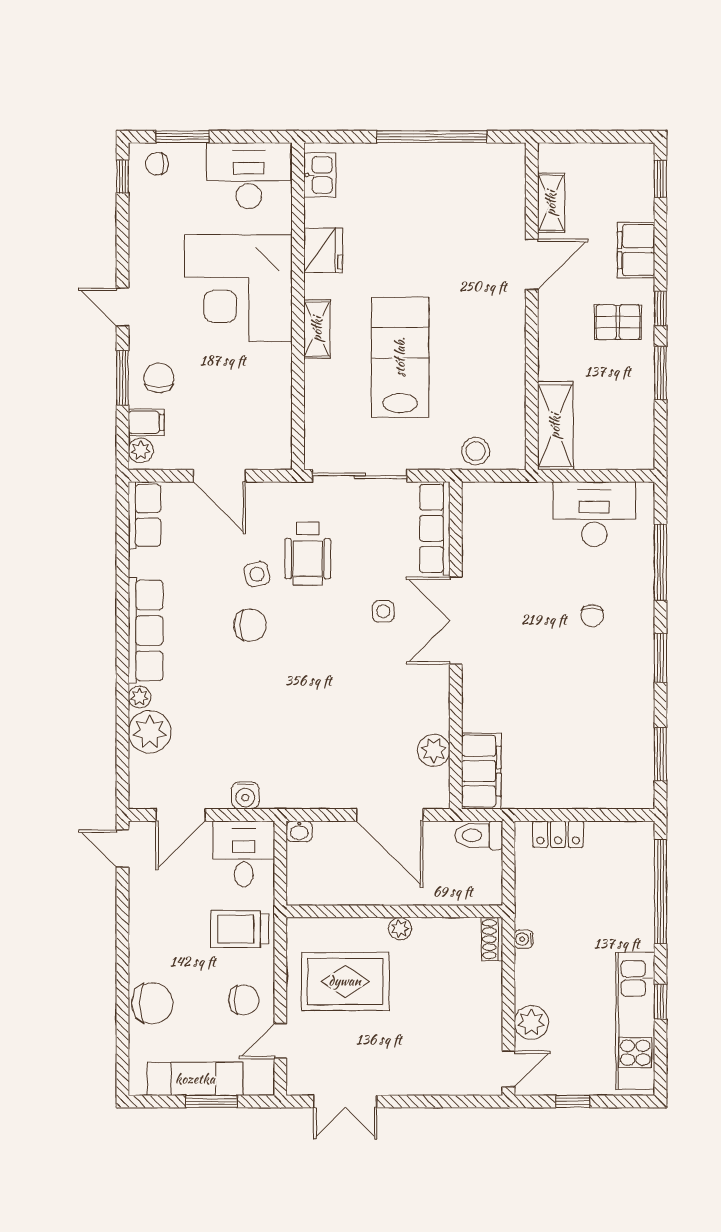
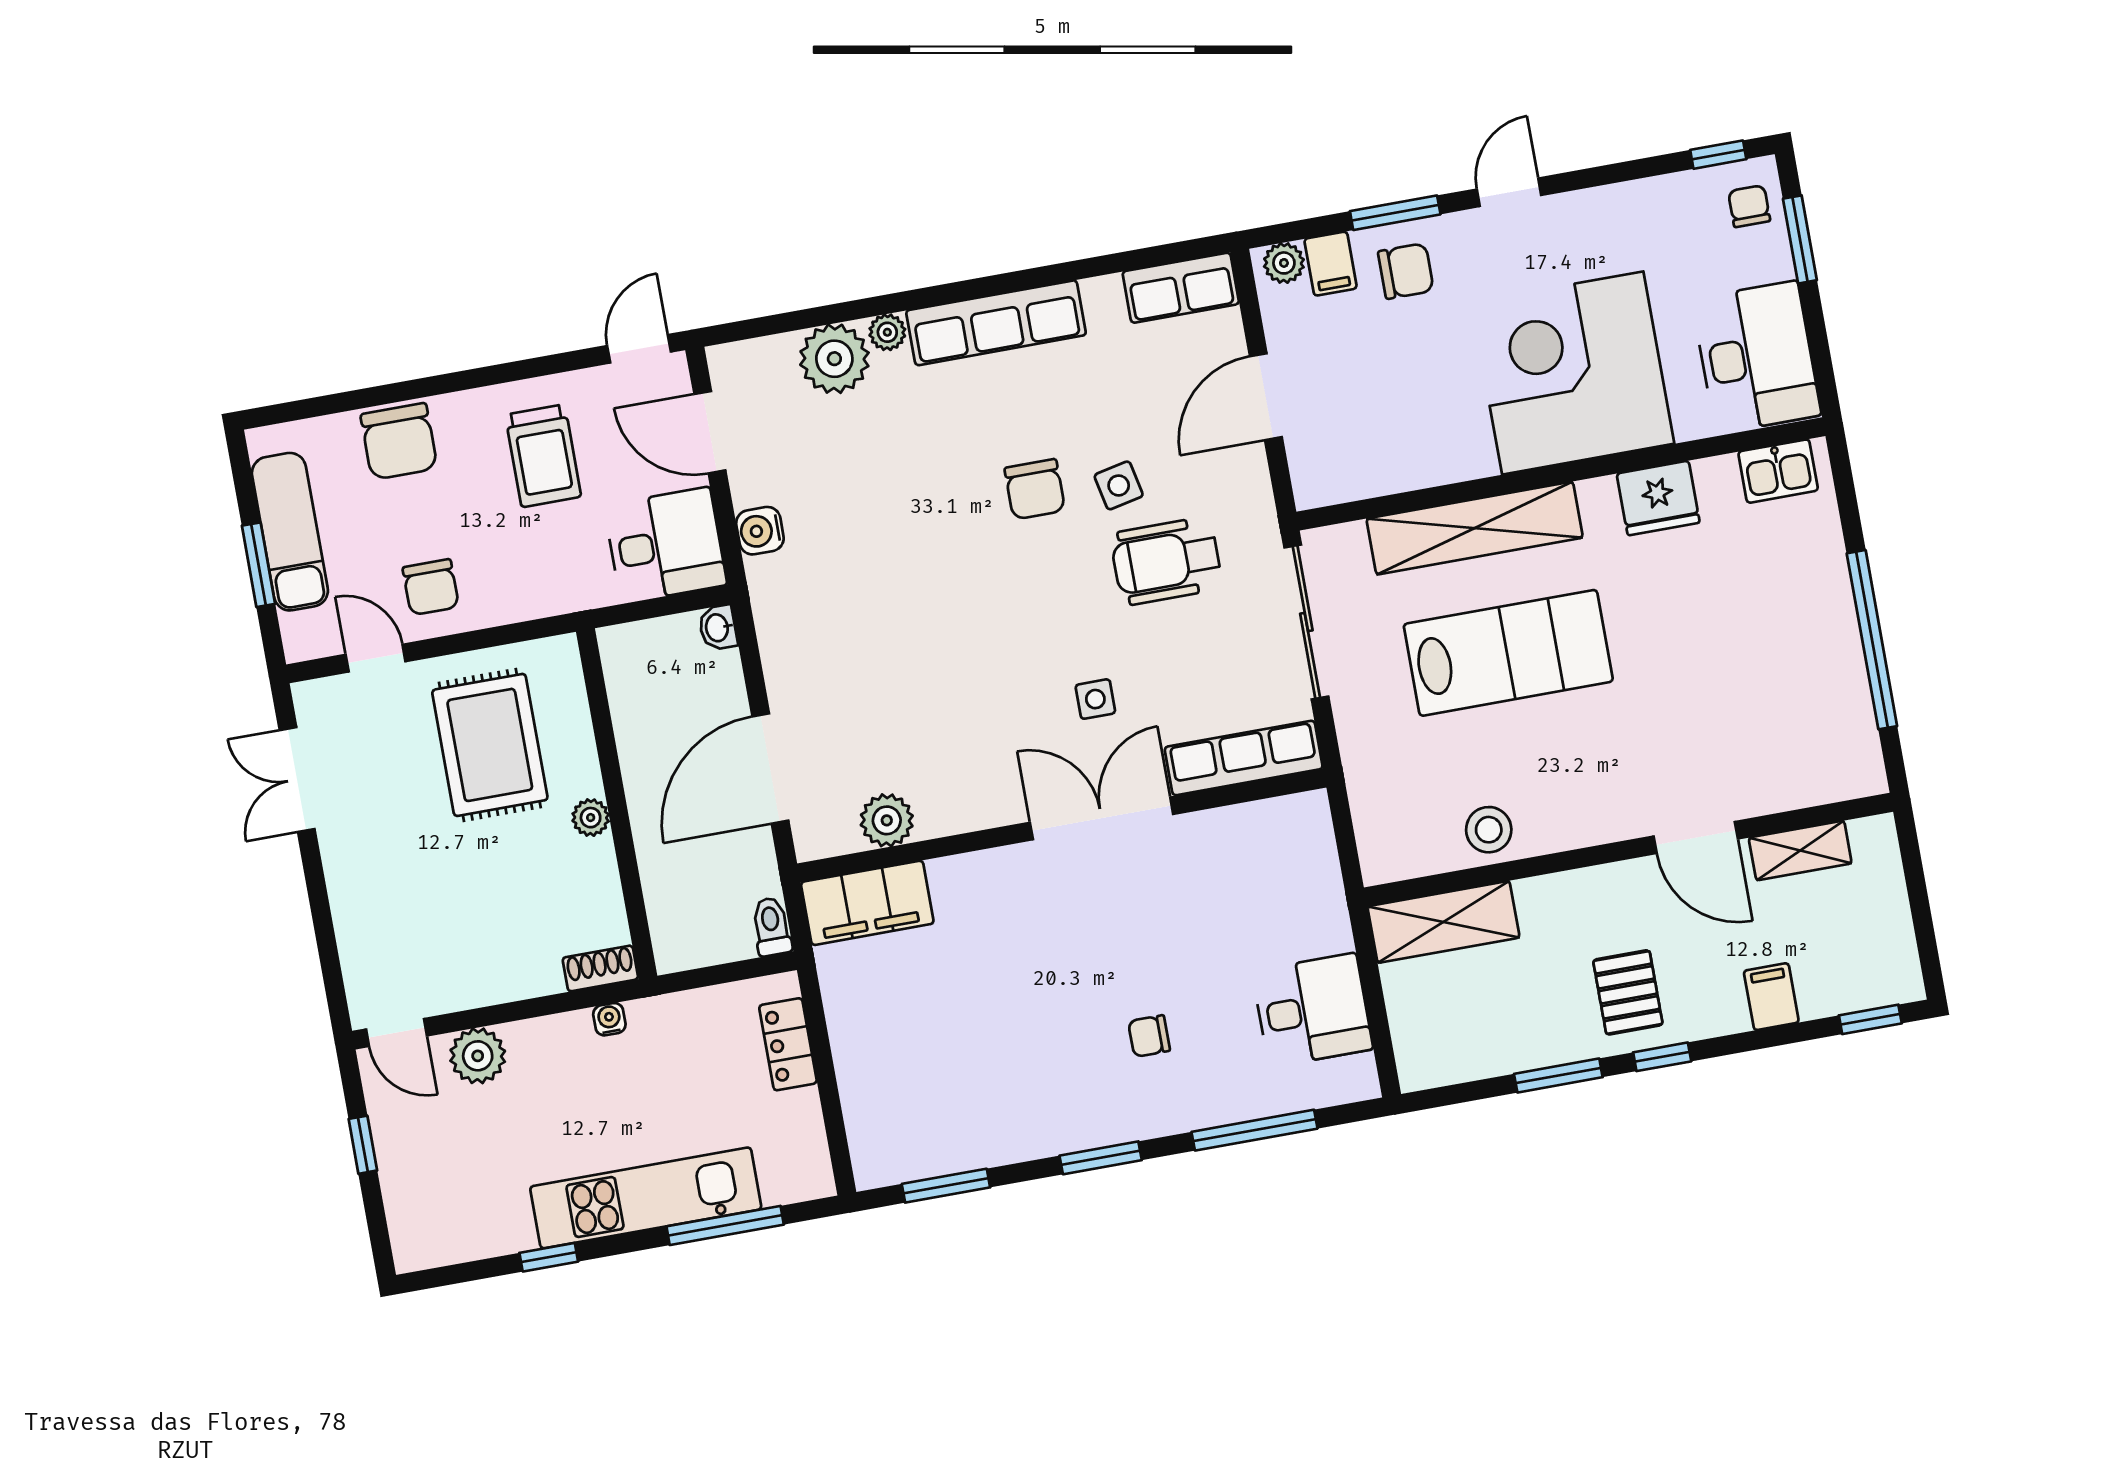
filing cabinet: (636, 250) -> (1771, 997), width x0.50
shelving: (317, 329) -> (1475, 528), width x2.20, depth x1.33
stool: (476, 451) -> (1489, 830), moved
desk: (594, 514) -> (1313, 1010), width x0.73
toilet: (479, 835) -> (771, 927), width x0.73, depth x0.72
window: (660, 892) -> (725, 1225), width x0.68
trolley: (240, 929) -> (543, 456), moved, turned 180
kitchen unit: (635, 1021) -> (646, 1198), moved

